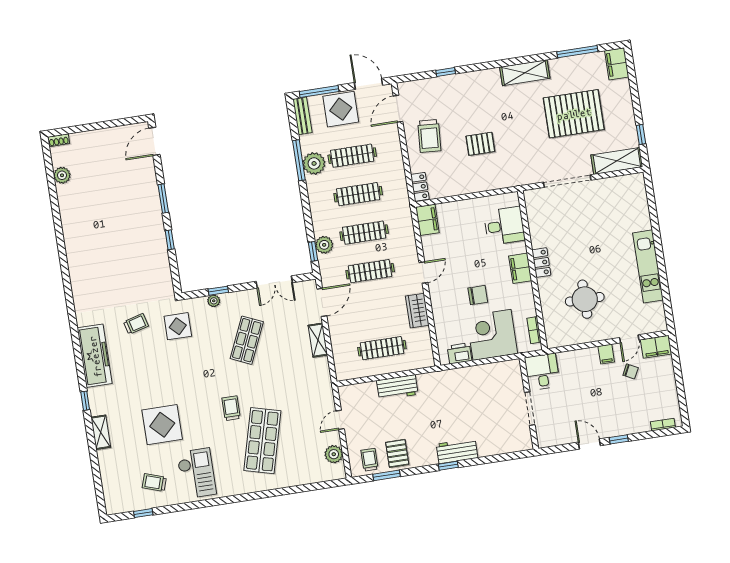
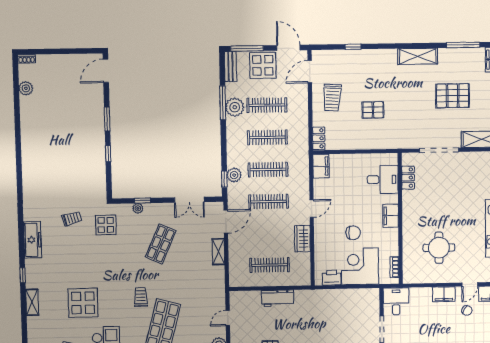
pallet: (574, 114) -> (453, 96), width x0.73, depth x0.71
locker: (541, 263) -> (408, 178), moved
filing cabinet: (606, 354) -> (444, 294), width x2.00
freezer: (95, 356) -> (33, 240), width x0.73, depth x0.79

